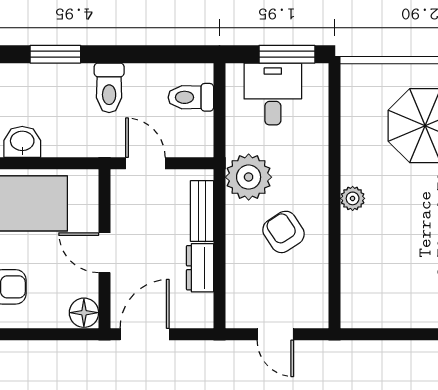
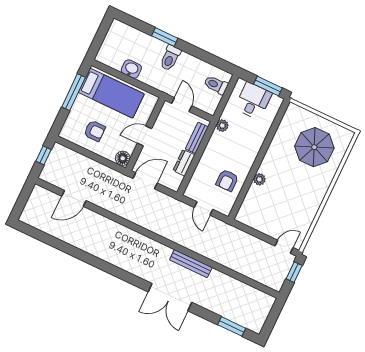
toilet: (109, 88) -> (170, 58), moved
plant: (249, 177) -> (222, 126), width x0.53, depth x0.53
plant: (353, 198) -> (259, 179), moved
armchair: (283, 232) -> (227, 180), moved, turned -147
door: (105, 253) -> (145, 136), hinge flipped

